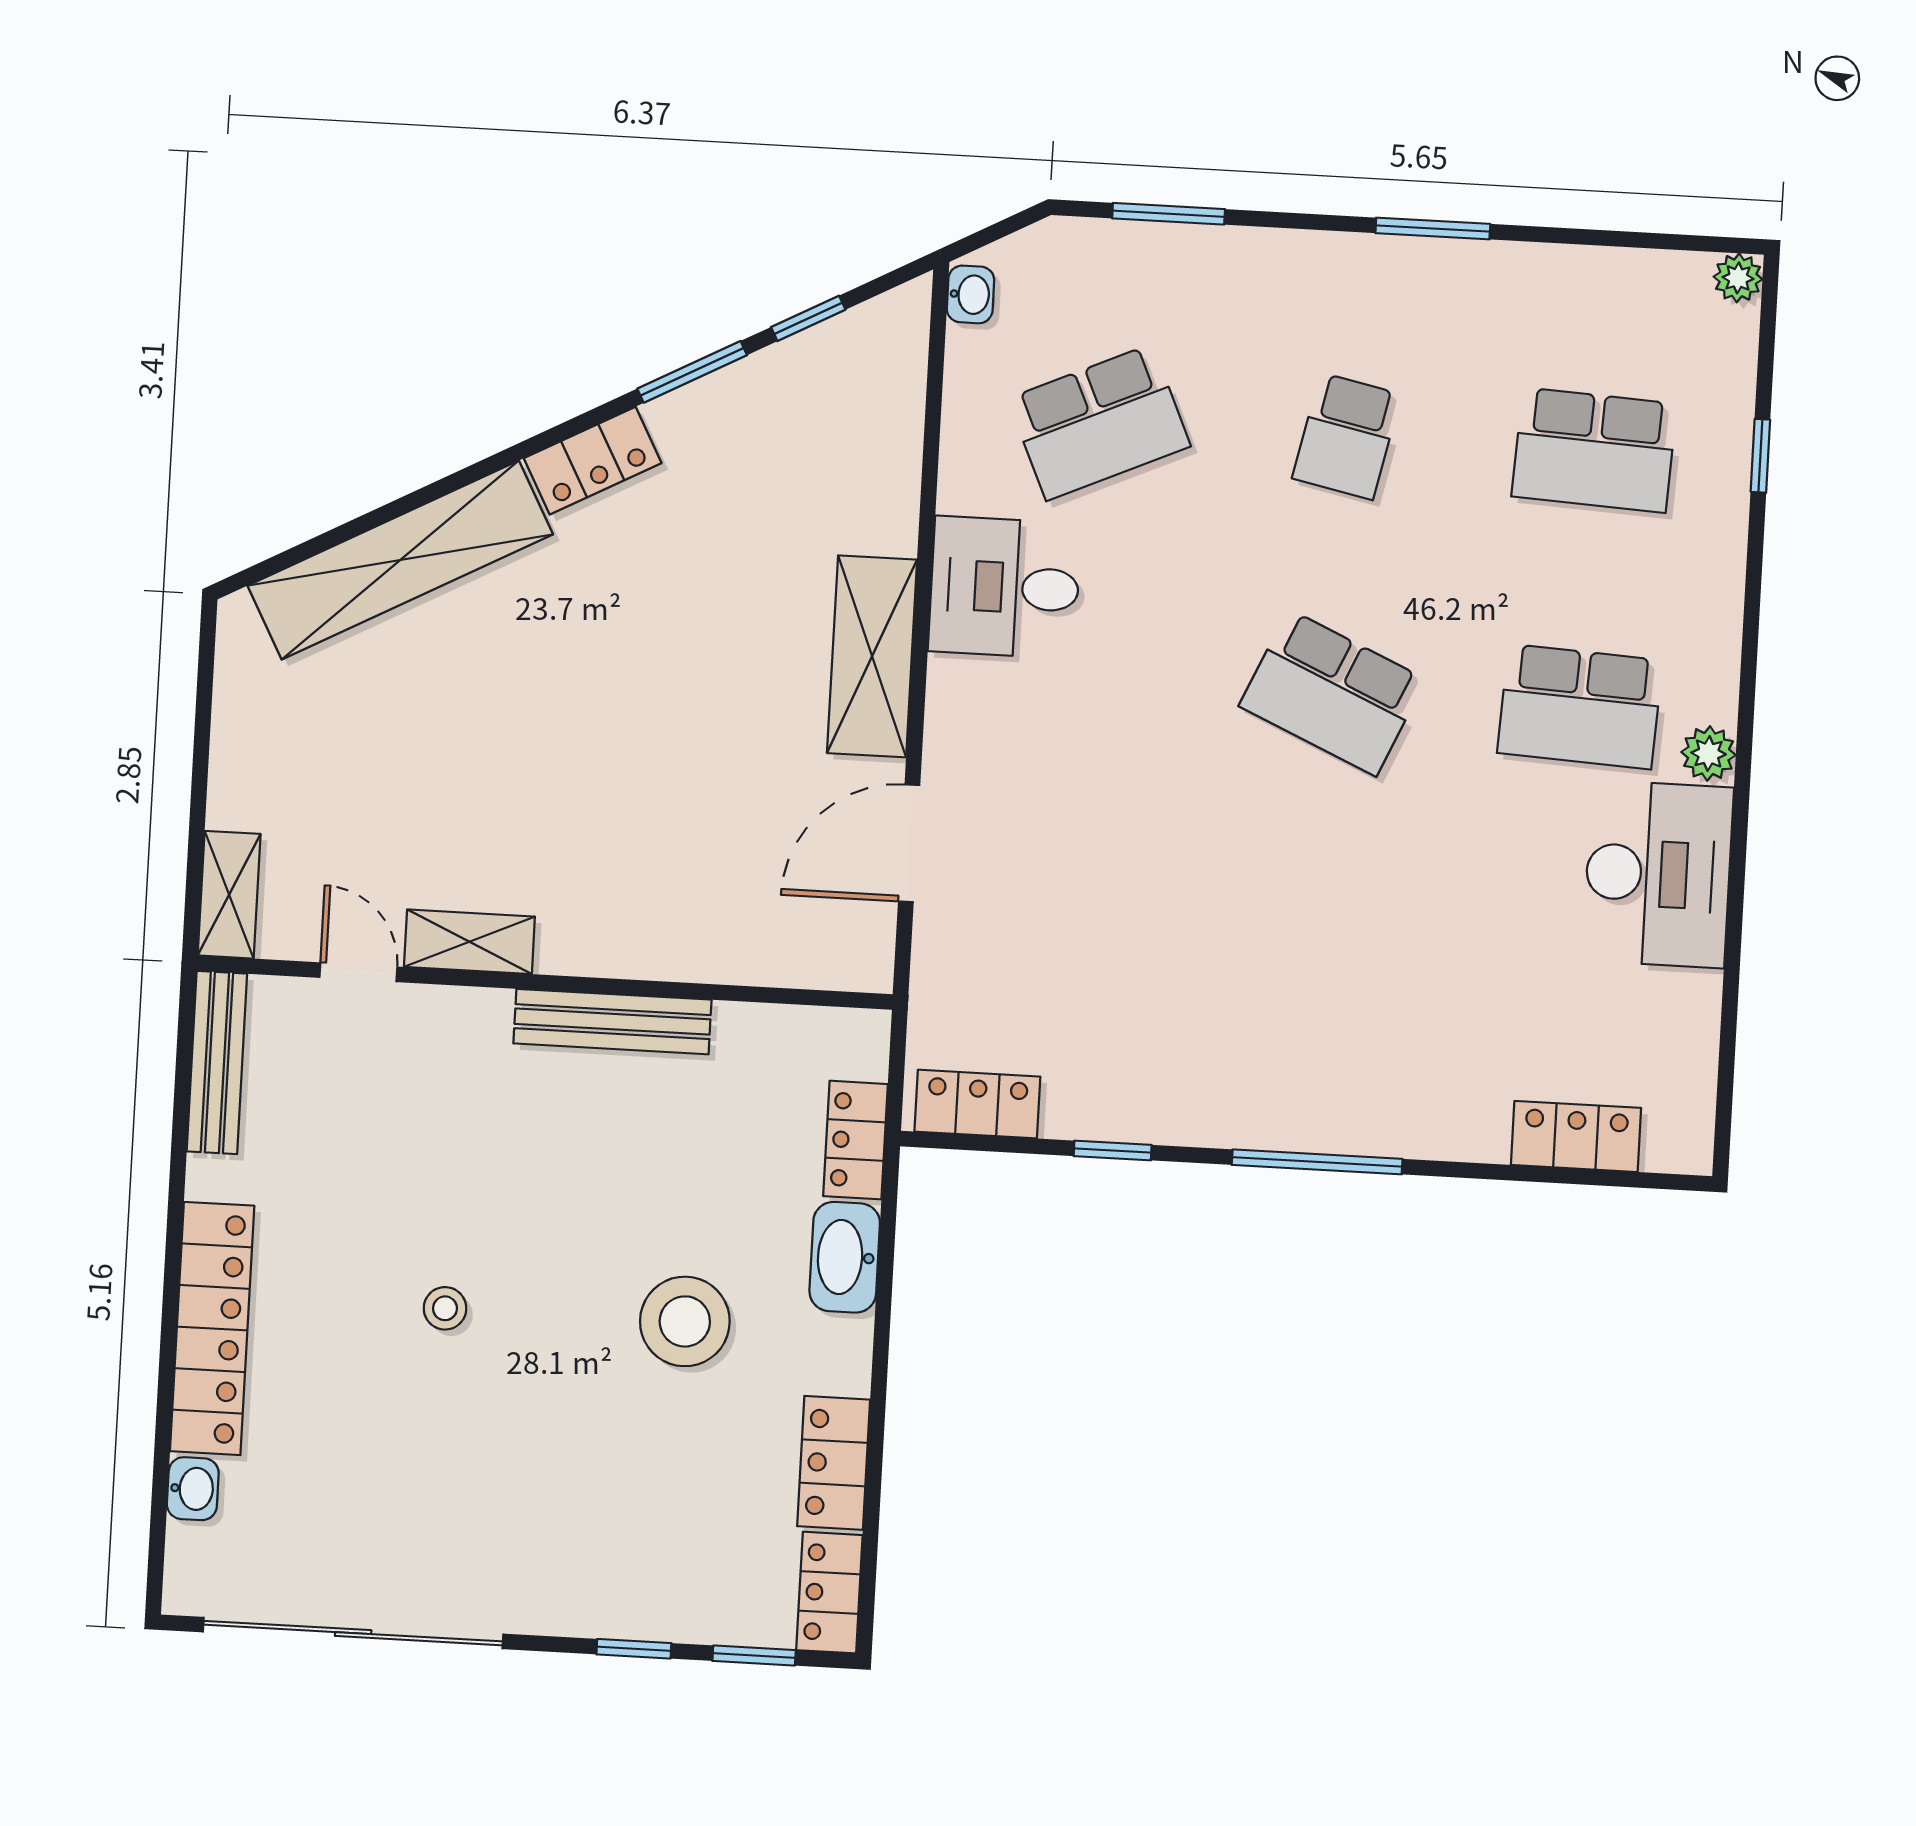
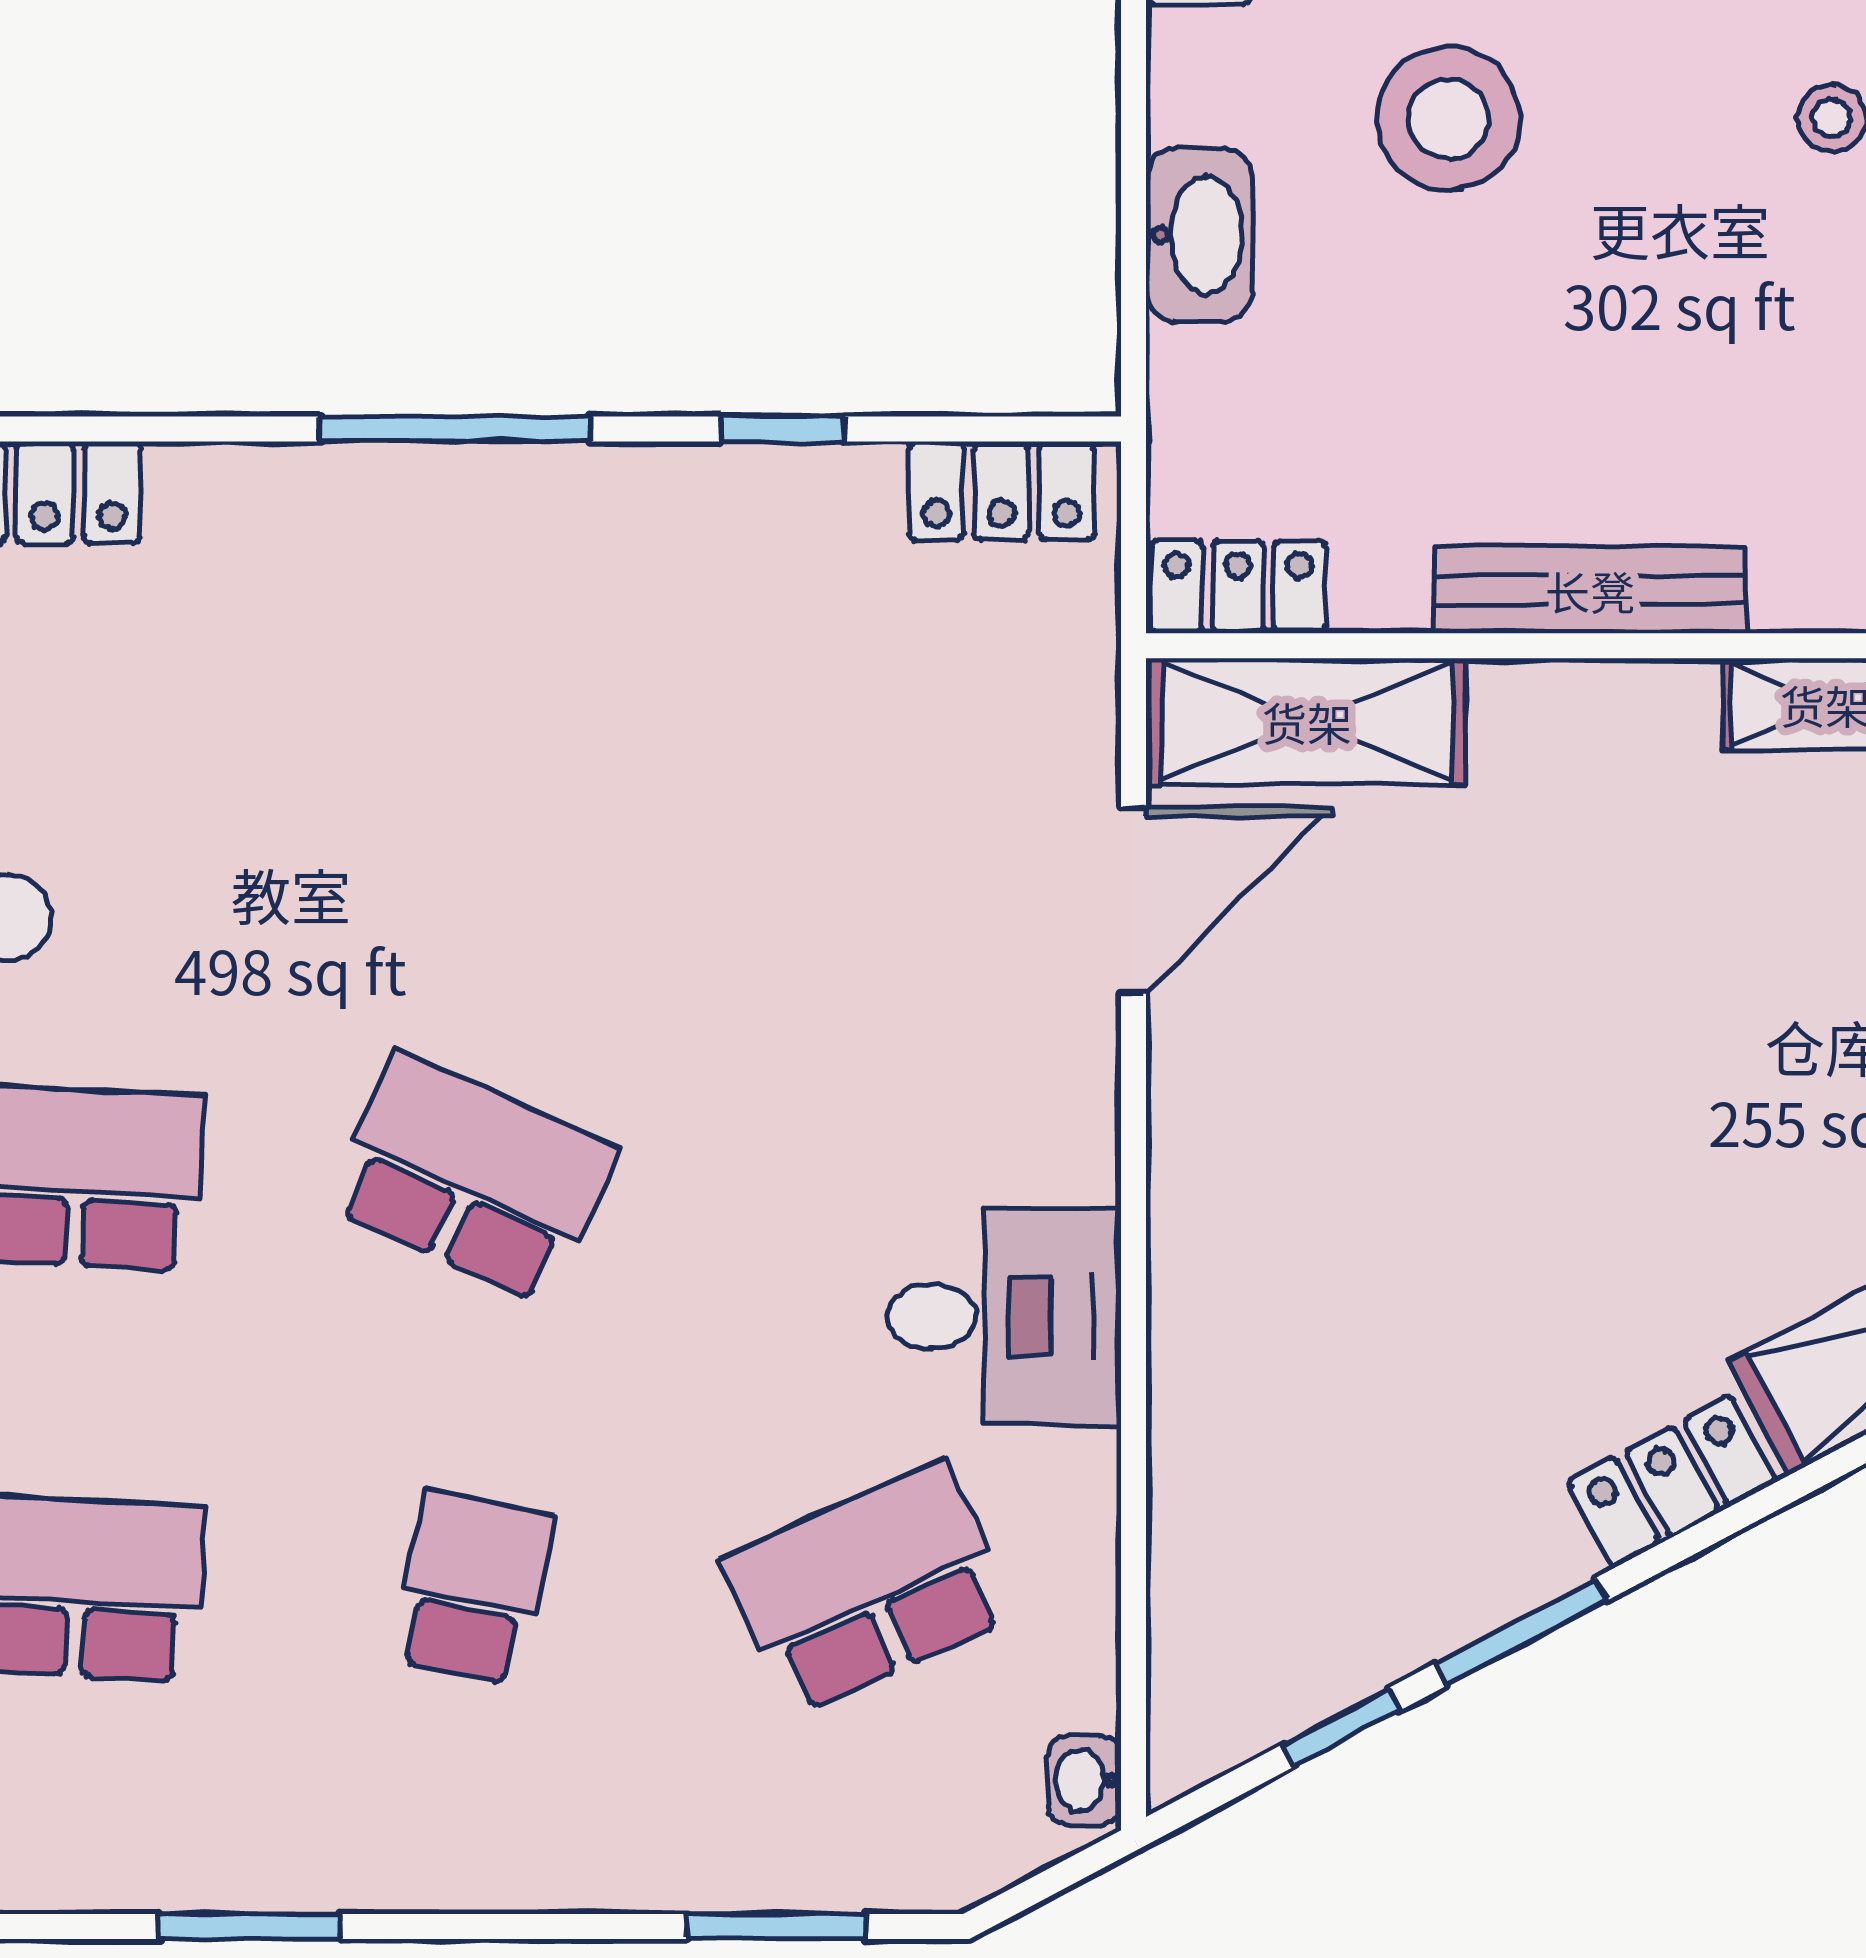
window: (1433, 228) -> (250, 1926), moved
shelving: (872, 656) -> (1307, 721), moved, turned 90
locker: (855, 1140) -> (1238, 587), moved, turned -90

